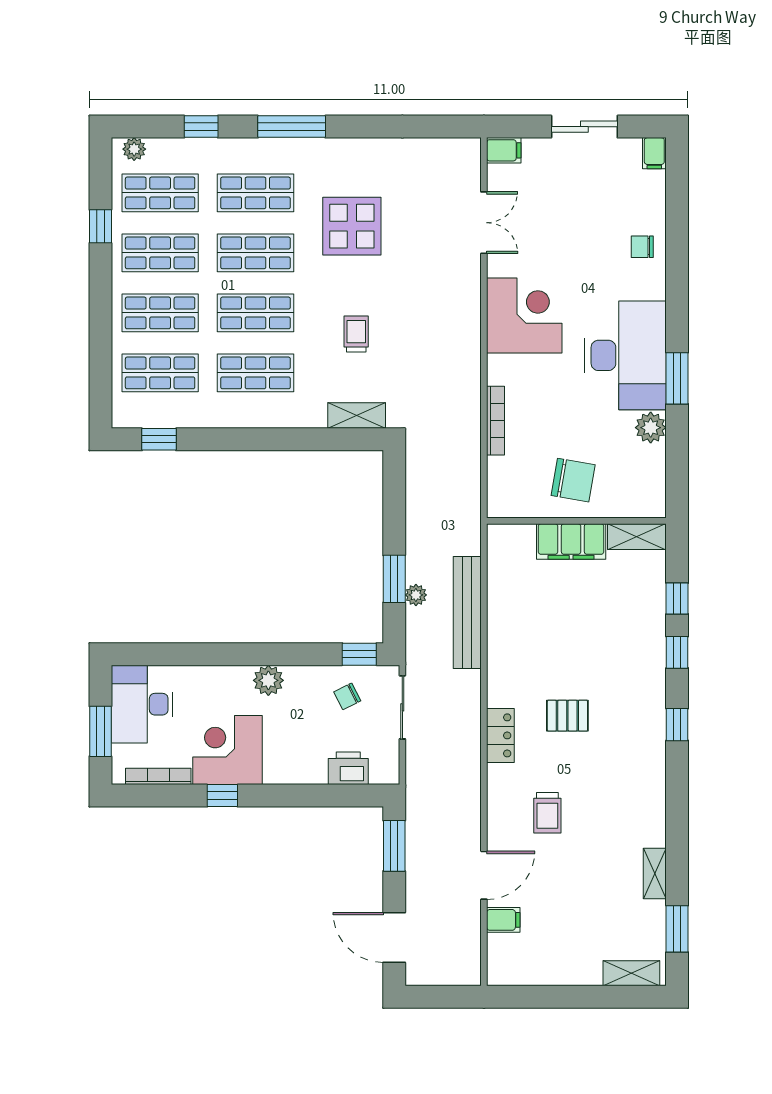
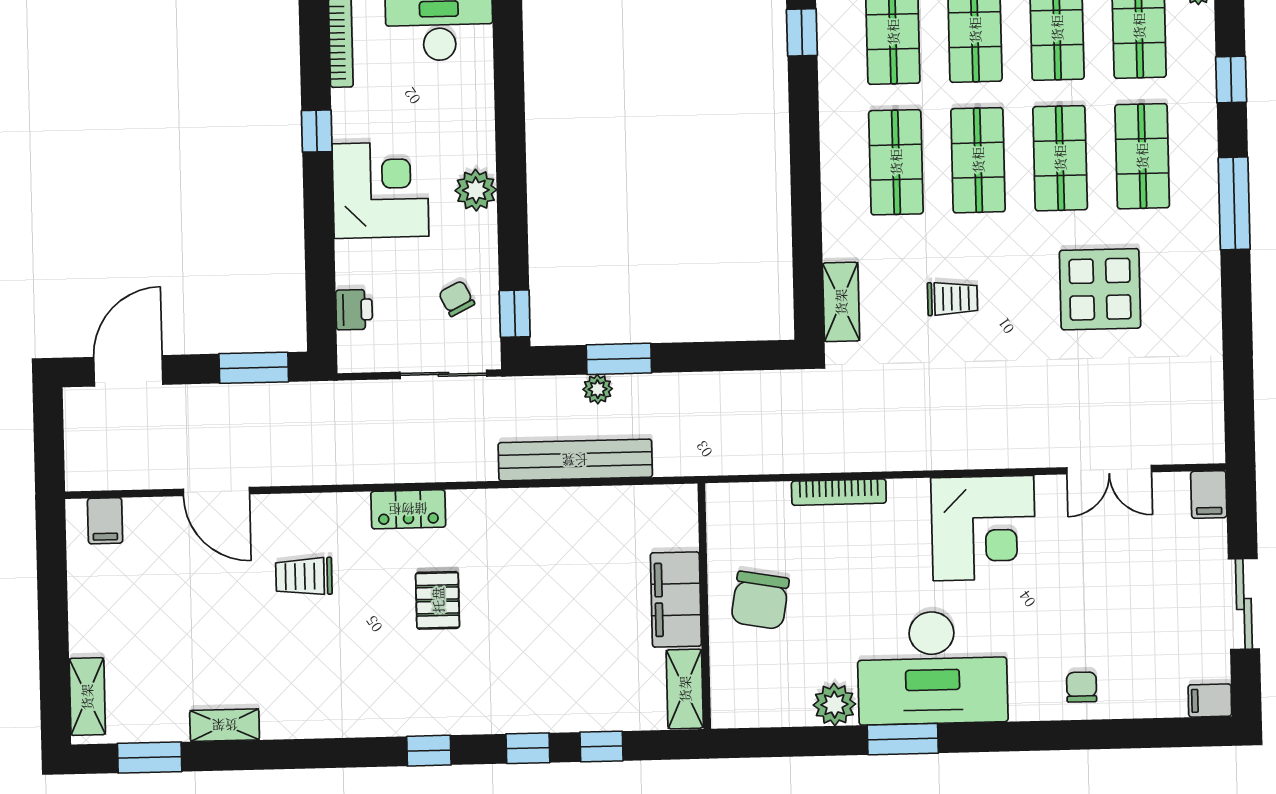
corner desk: (228, 750) -> (380, 190), moved
printer: (348, 768) -> (354, 310), width x0.73, depth x0.81
filing cabinet: (503, 920) -> (105, 521), moved

